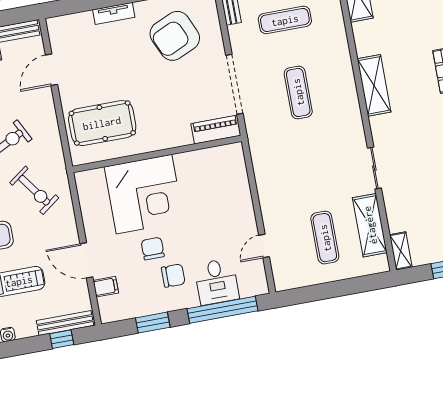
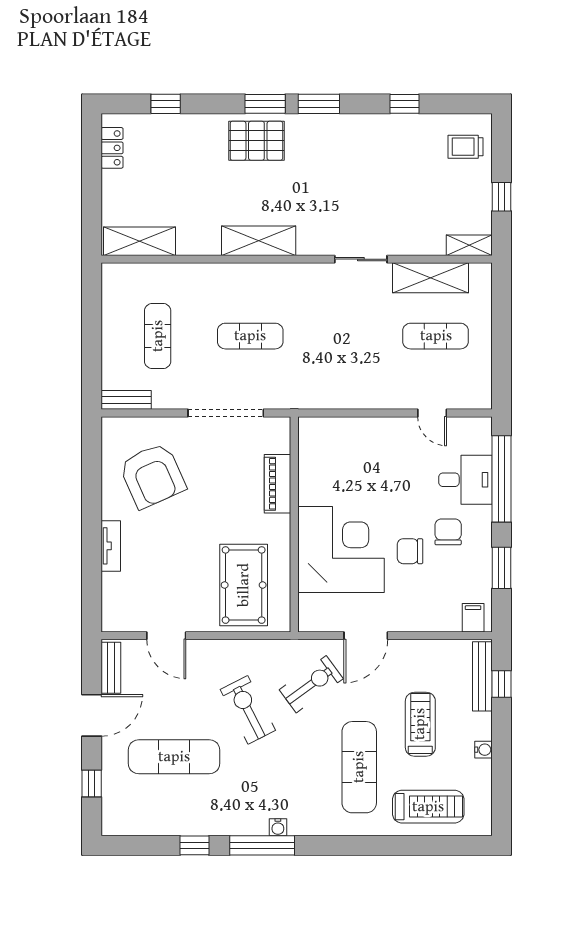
piano: (216, 130) -> (277, 484), moved
door: (86, 260) -> (366, 636), moved
filing cabinet: (106, 287) -> (473, 618), moved

